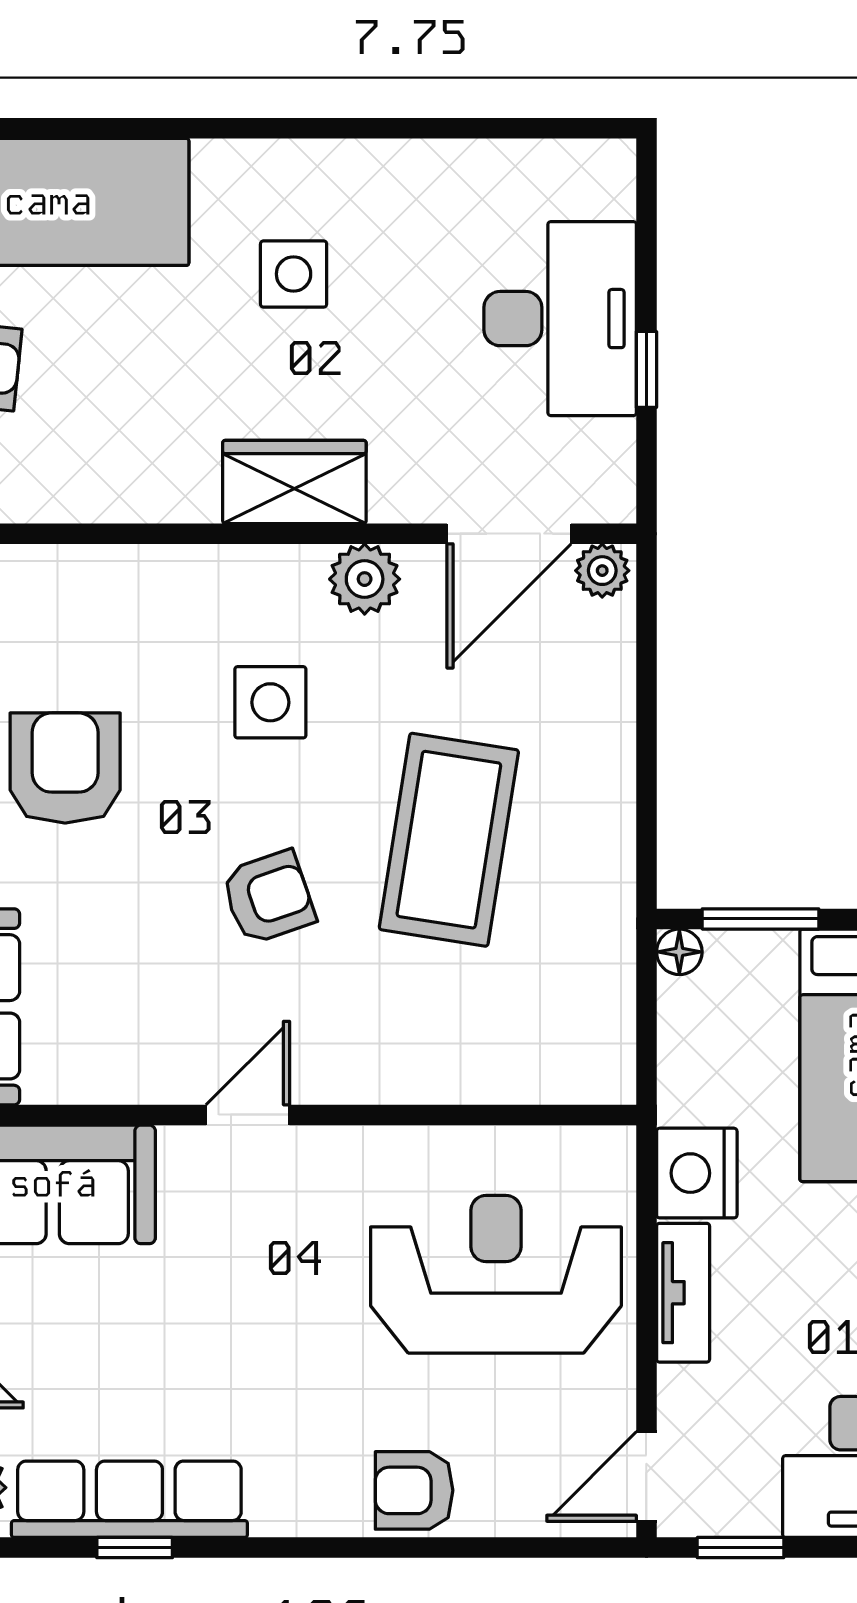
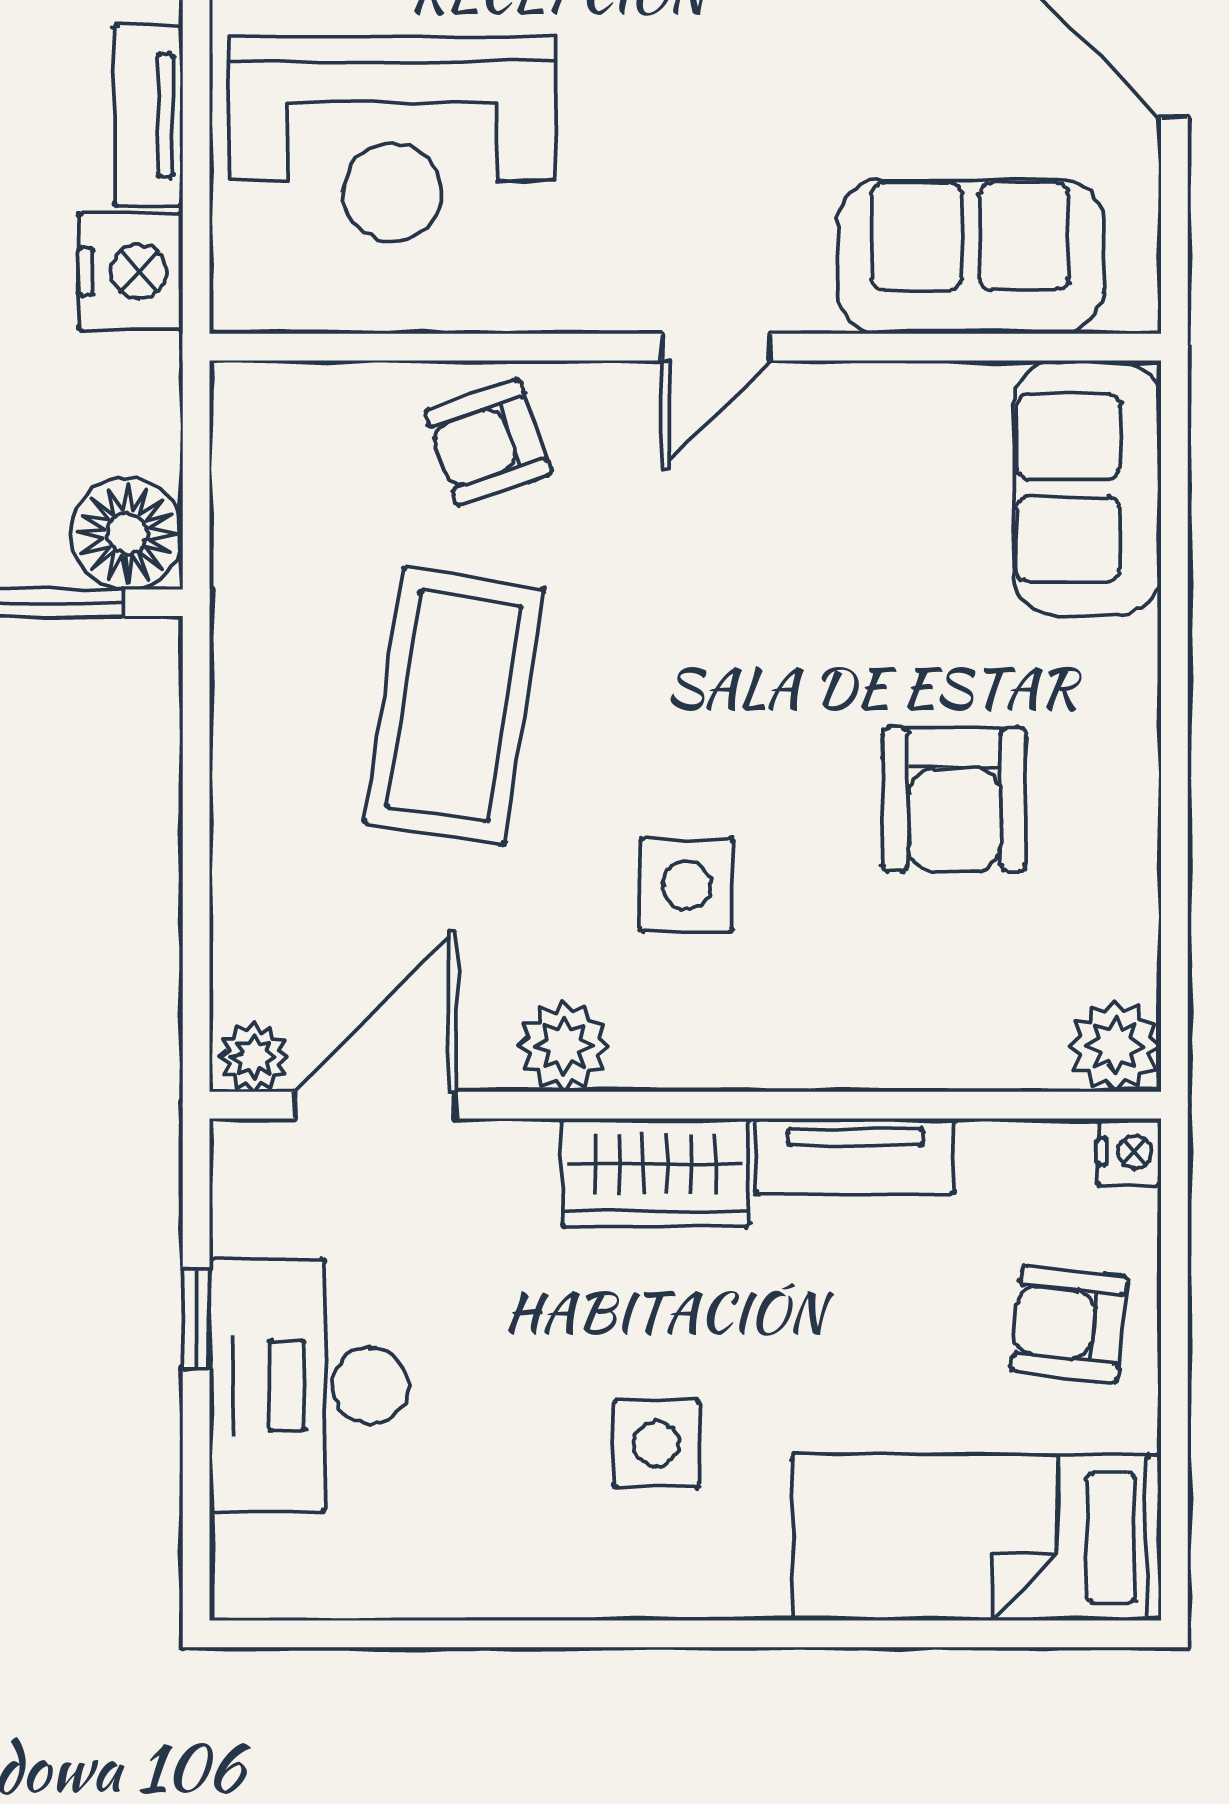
tv unit: (141, 494) -> (855, 1156), added
armchair: (268, 897) -> (488, 443), moved
floor lamp: (679, 952) -> (127, 534), width x1.89, depth x1.89

